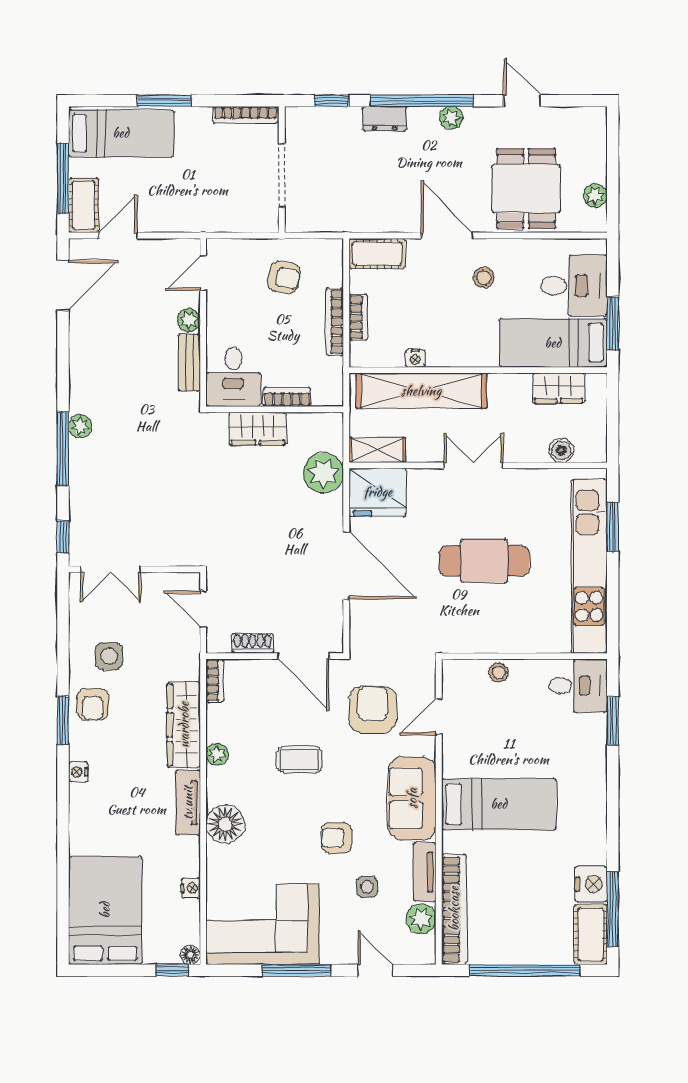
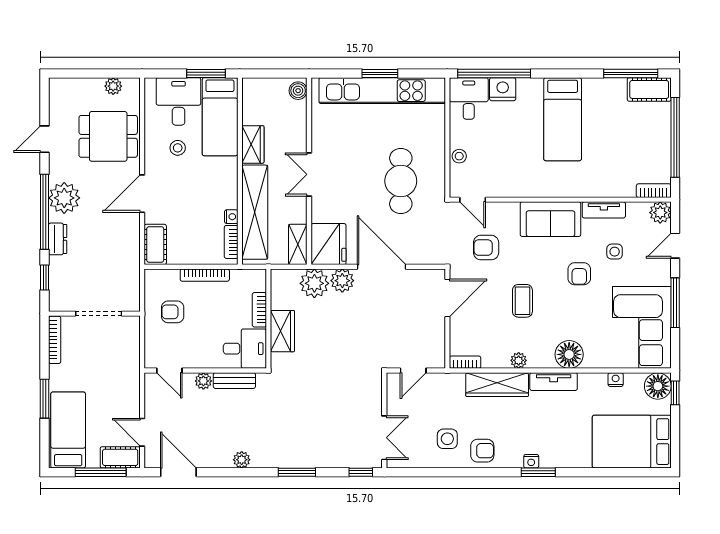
plant: (451, 118) -> (64, 198), width x1.87, depth x1.87
armchair: (284, 277) -> (173, 312), turned -101
stool: (484, 278) -> (178, 148), moved
bookcase: (358, 317) -> (231, 242), moved, turned -90
wardrobe: (559, 388) -> (253, 144), moved
plant: (80, 426) -> (242, 460), moved
window: (63, 449) -> (297, 472), width x0.69
boiler: (561, 450) -> (298, 91), moved
plant: (327, 511) -> (342, 281), added
window: (613, 527) -> (380, 74), moved
cafe table: (484, 561) -> (401, 181), moved
door: (346, 565) -> (381, 267), hinge flipped
shoe rack: (253, 643) -> (438, 335), removed
armchair: (373, 710) -> (486, 248), width x0.72, depth x0.72
door: (439, 717) -> (473, 200), moved
window: (63, 721) -> (538, 472), moved
window: (613, 721) -> (494, 74), width x2.11
bed: (499, 804) -> (563, 119), moved, turned 180
nightstand: (591, 884) -> (503, 89), moved
bookcase: (454, 909) -> (654, 191), width x0.43, depth x0.76
plant: (421, 919) -> (660, 213), moved
floor lamp: (190, 955) -> (658, 386), width x1.89, depth x1.89

